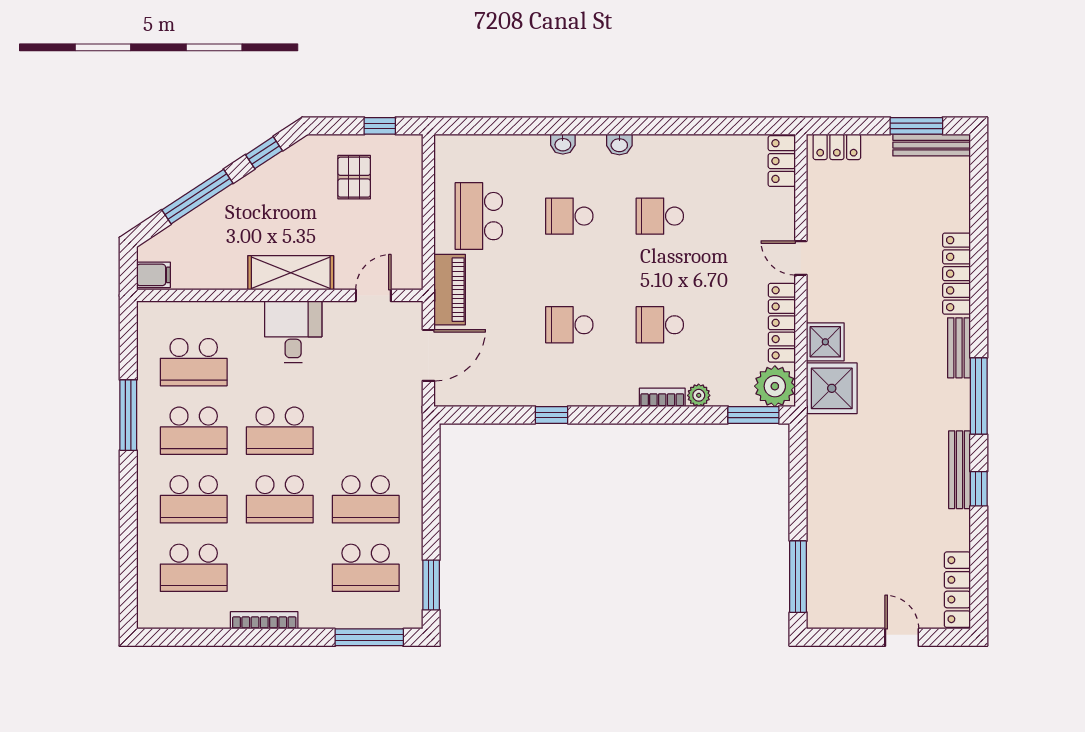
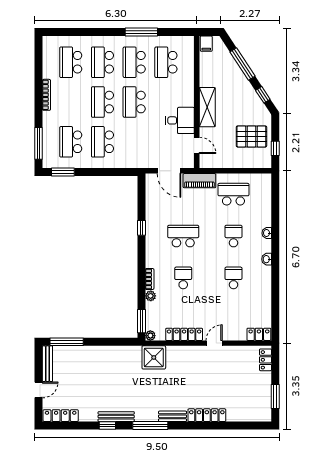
bench: (932, 145) -> (47, 364), moved
pallet: (354, 177) -> (251, 136), width x1.50, depth x1.42
school desk: (569, 325) -> (183, 236), width x1.85
desk: (293, 332) -> (180, 120), moved
shower: (825, 342) -> (175, 354), removed
plant: (775, 386) -> (150, 336), width x0.53, depth x0.53

